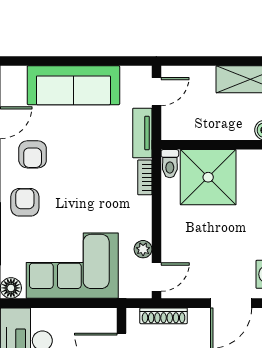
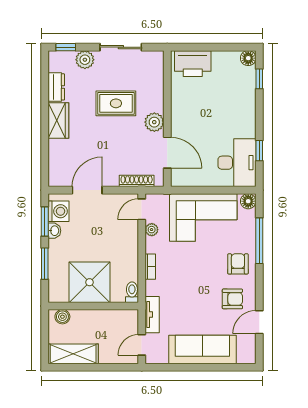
armchair: (33, 154) -> (232, 299), turned 90
bookcase: (145, 177) -> (150, 267), moved
shower: (208, 177) -> (89, 282), moved
armchair: (25, 202) -> (238, 264), turned 180

